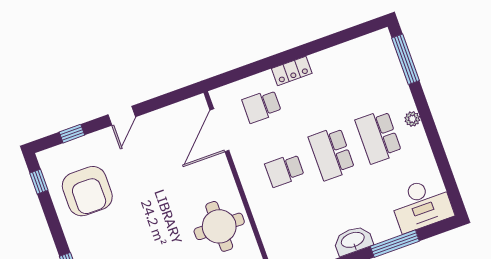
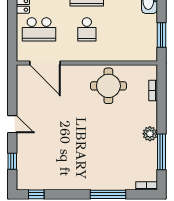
school desk: (262, 106) -> (39, 29), width x1.85
armchair: (87, 191) -> (54, 165), removed

